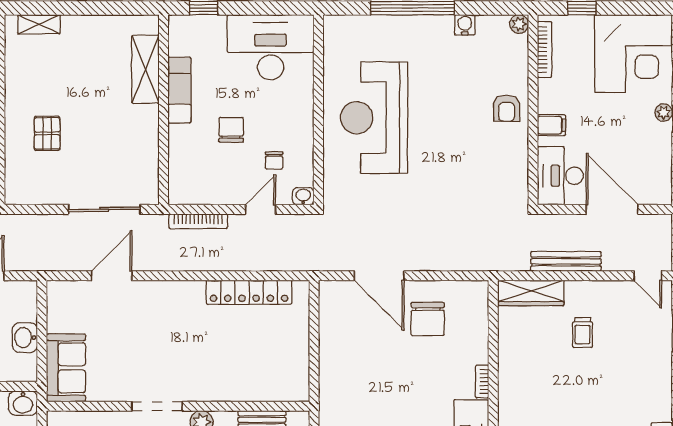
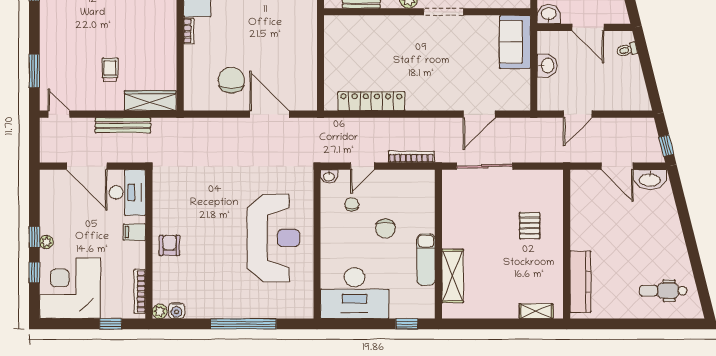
water cooler: (465, 25) -> (176, 311), moved

